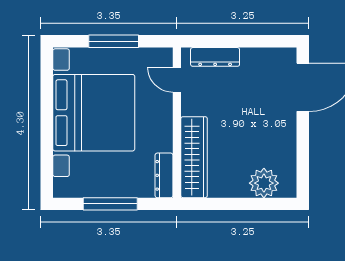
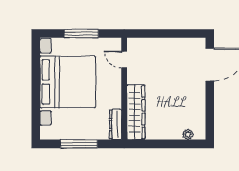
dresser: (215, 57) -> (150, 44), removed
plant: (264, 183) -> (188, 134), width x0.53, depth x0.53

